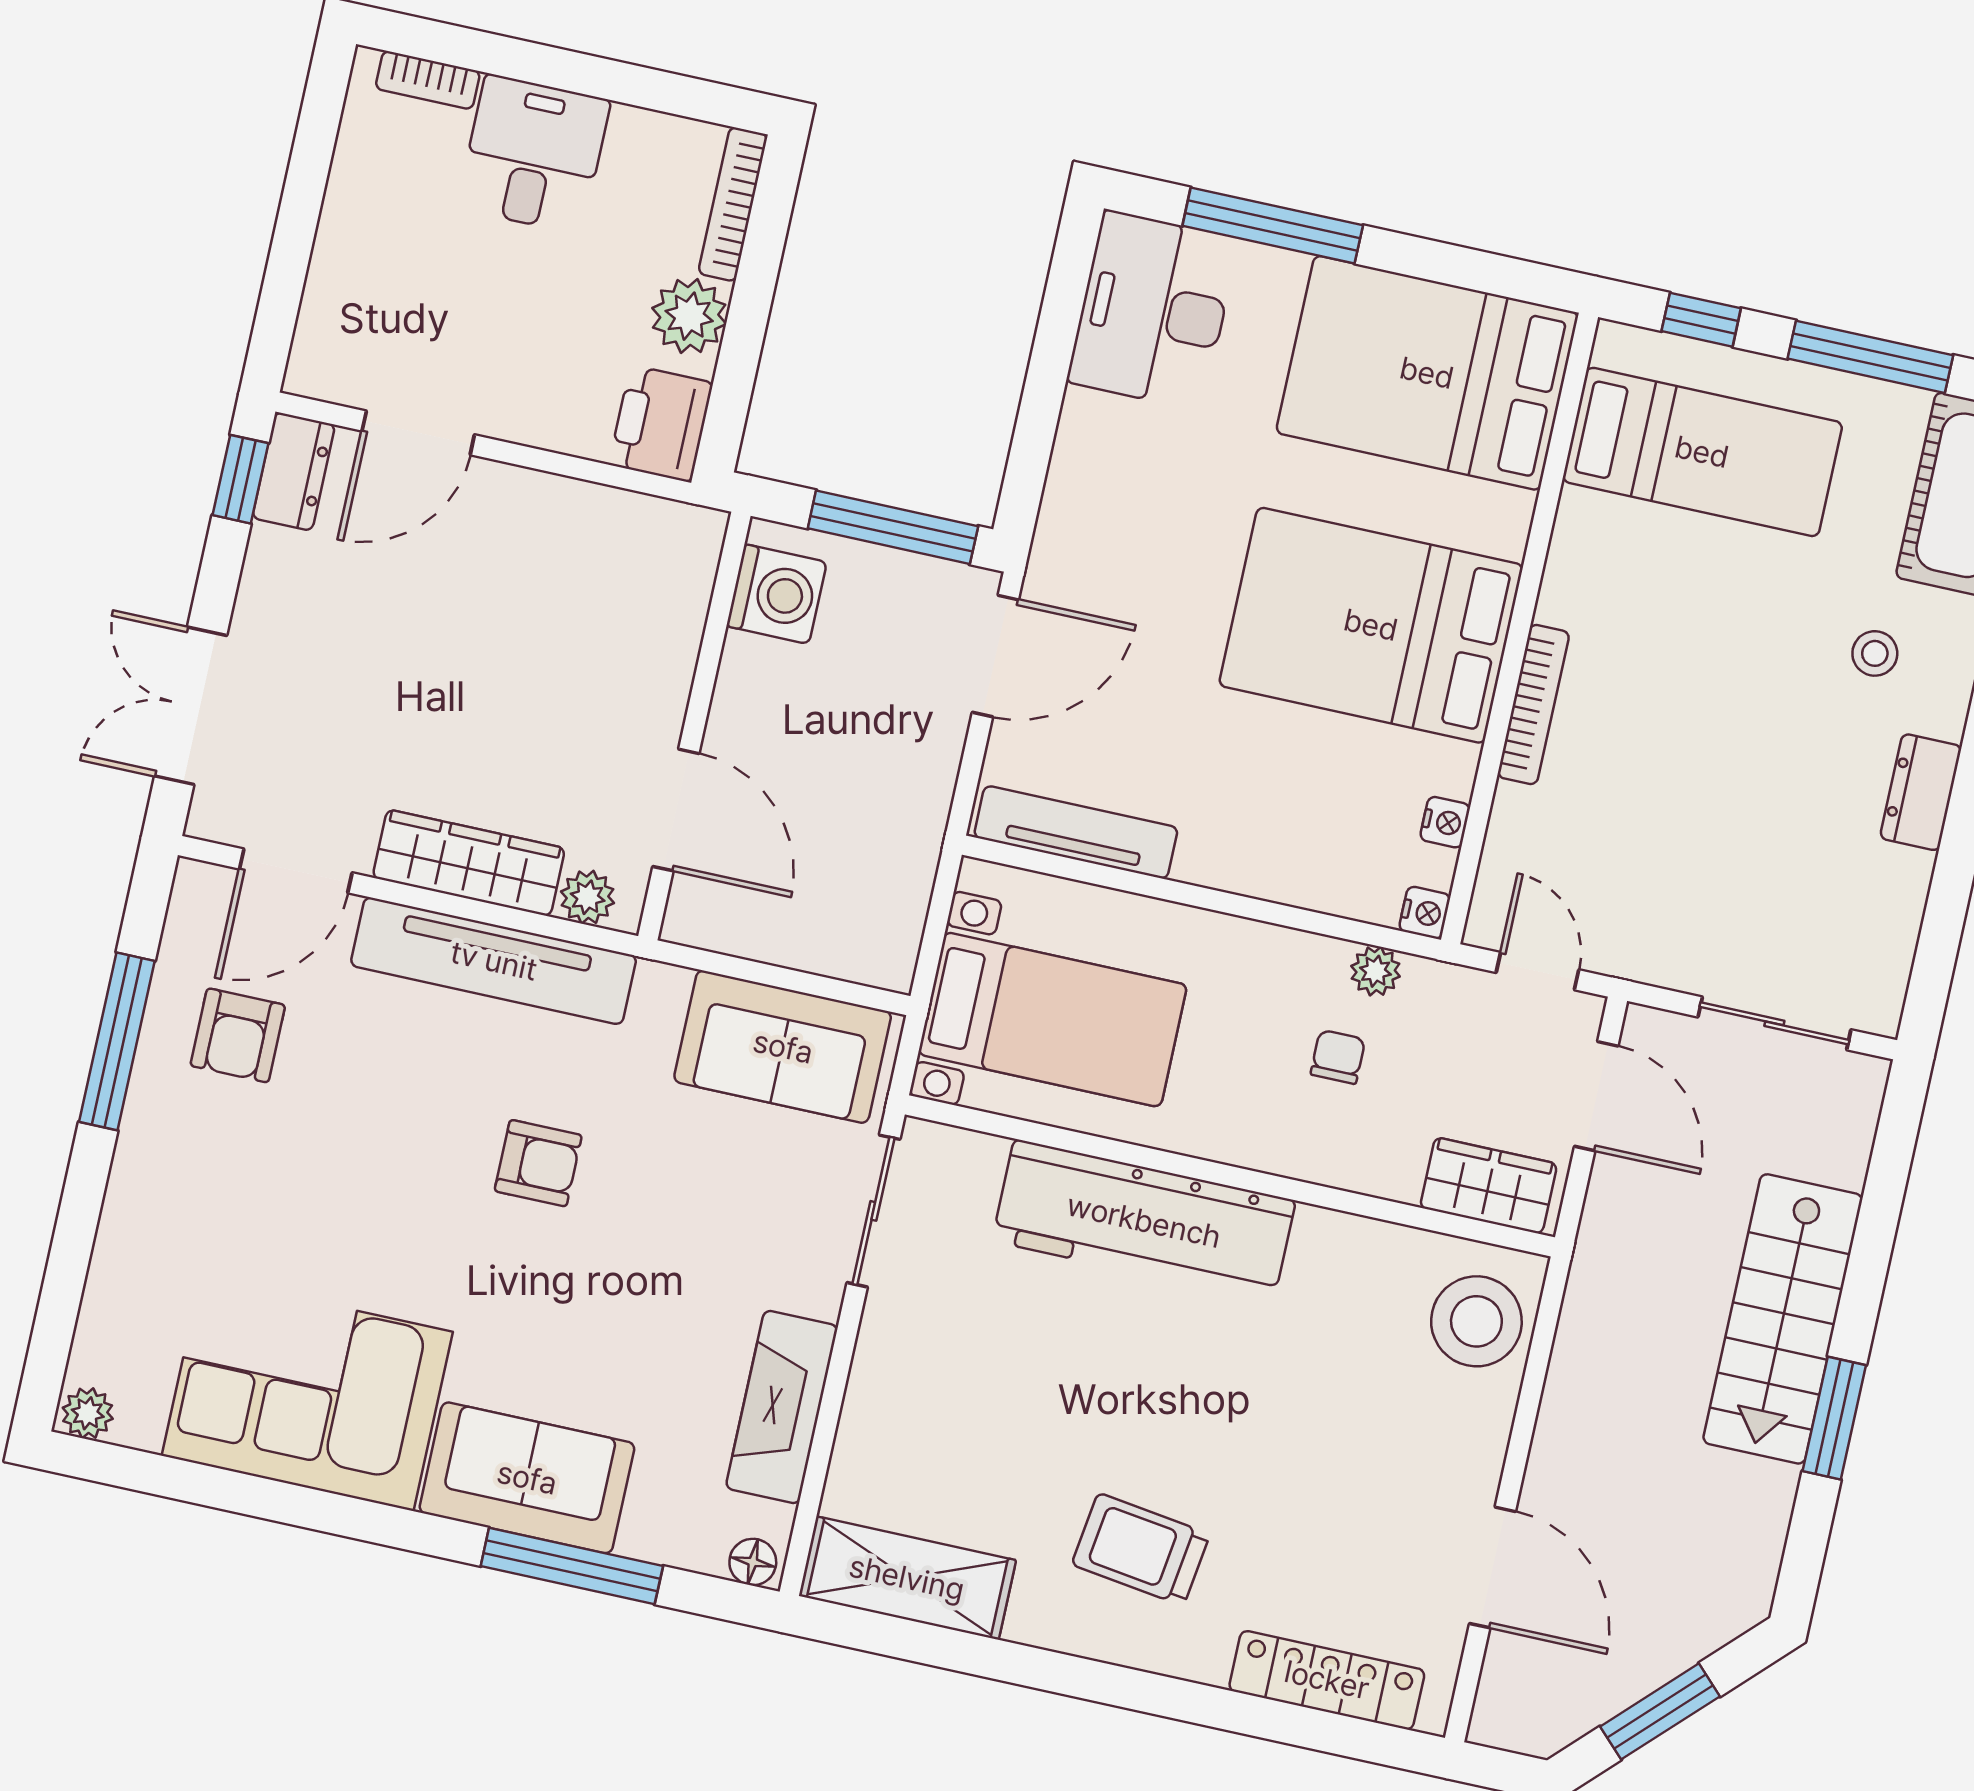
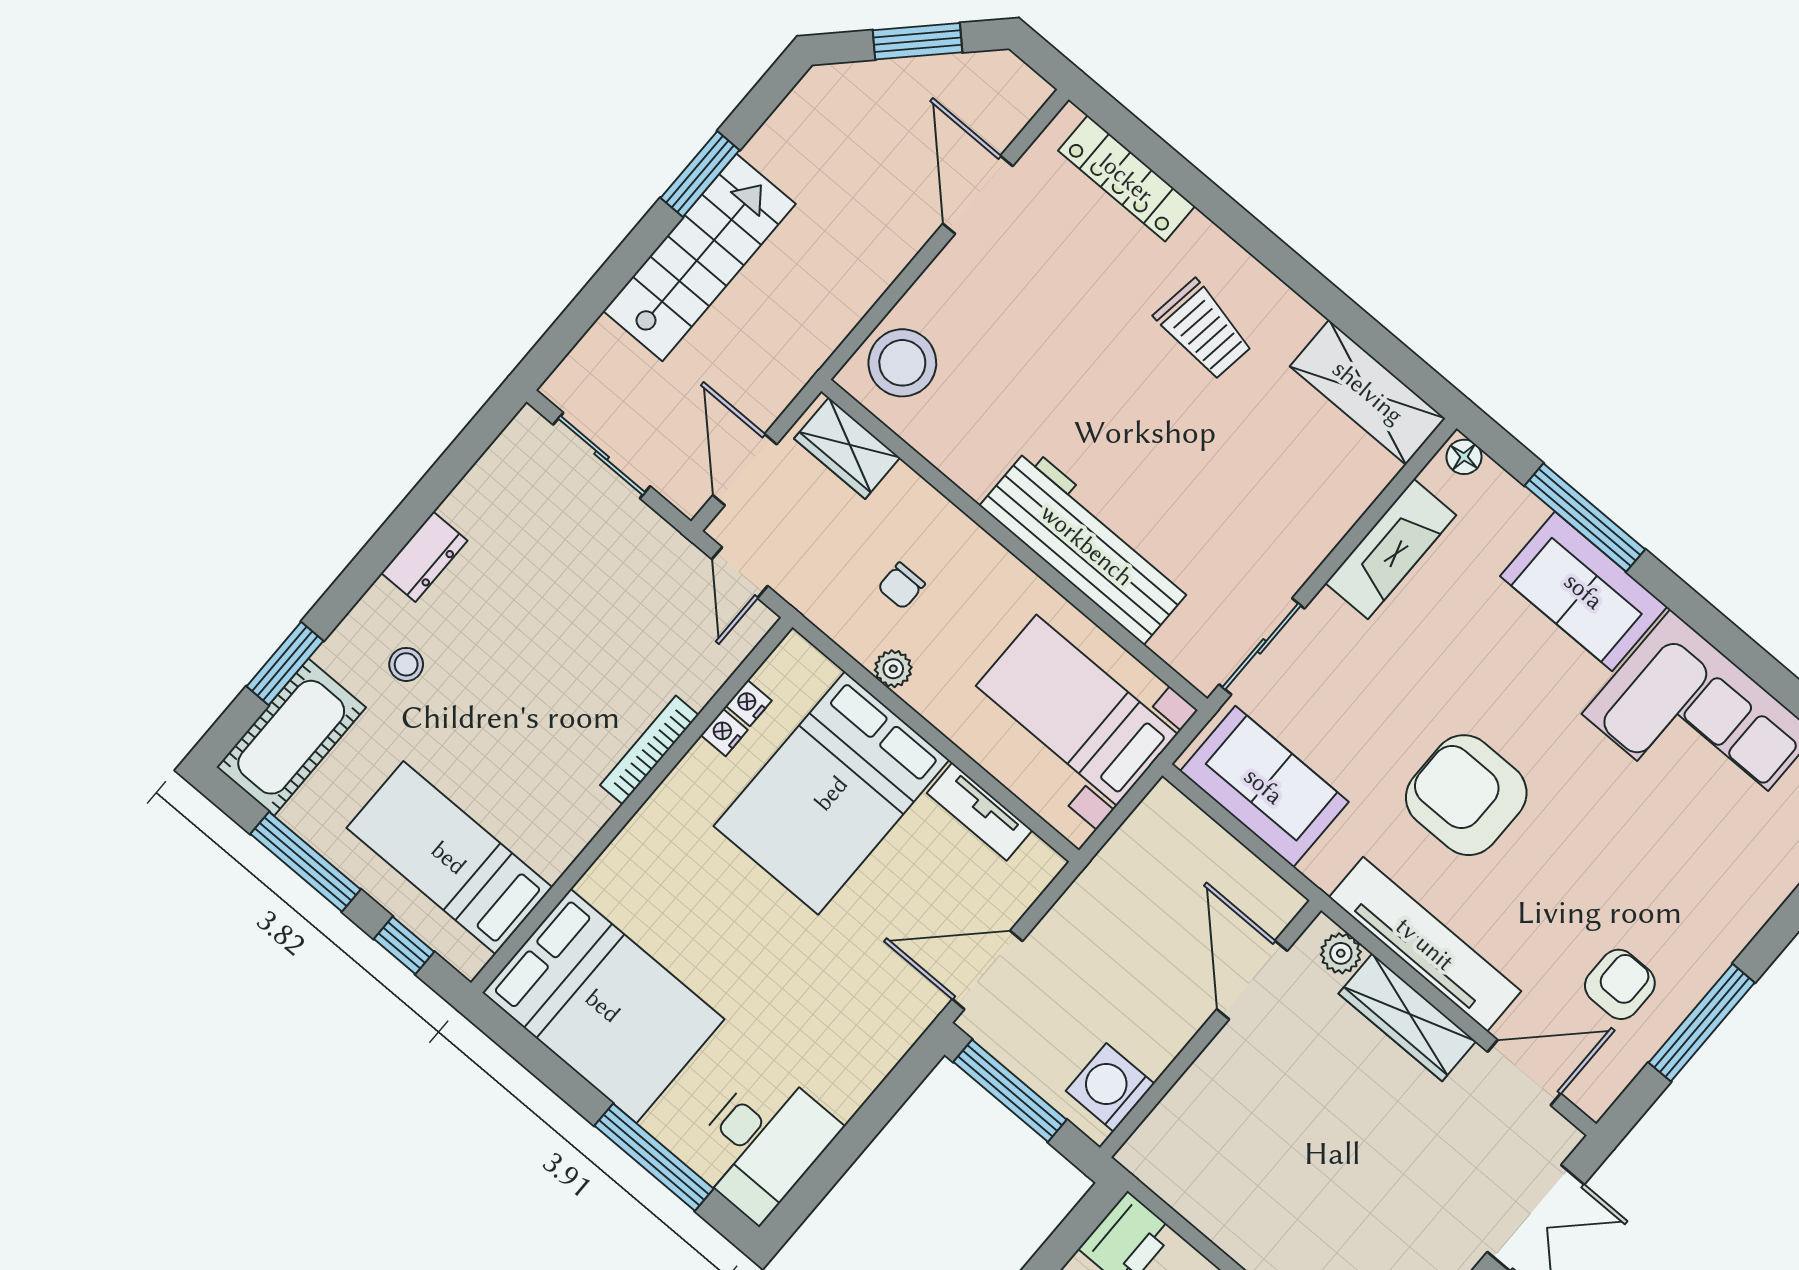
bed: (1371, 625) -> (831, 793), moved, turned 90
tv unit: (1076, 832) -> (979, 812), width x0.71
nightstand: (1425, 913) -> (724, 733), moved
plant: (1376, 971) -> (893, 669), moved
armchair: (538, 1163) -> (1466, 795), width x1.88, depth x1.88

